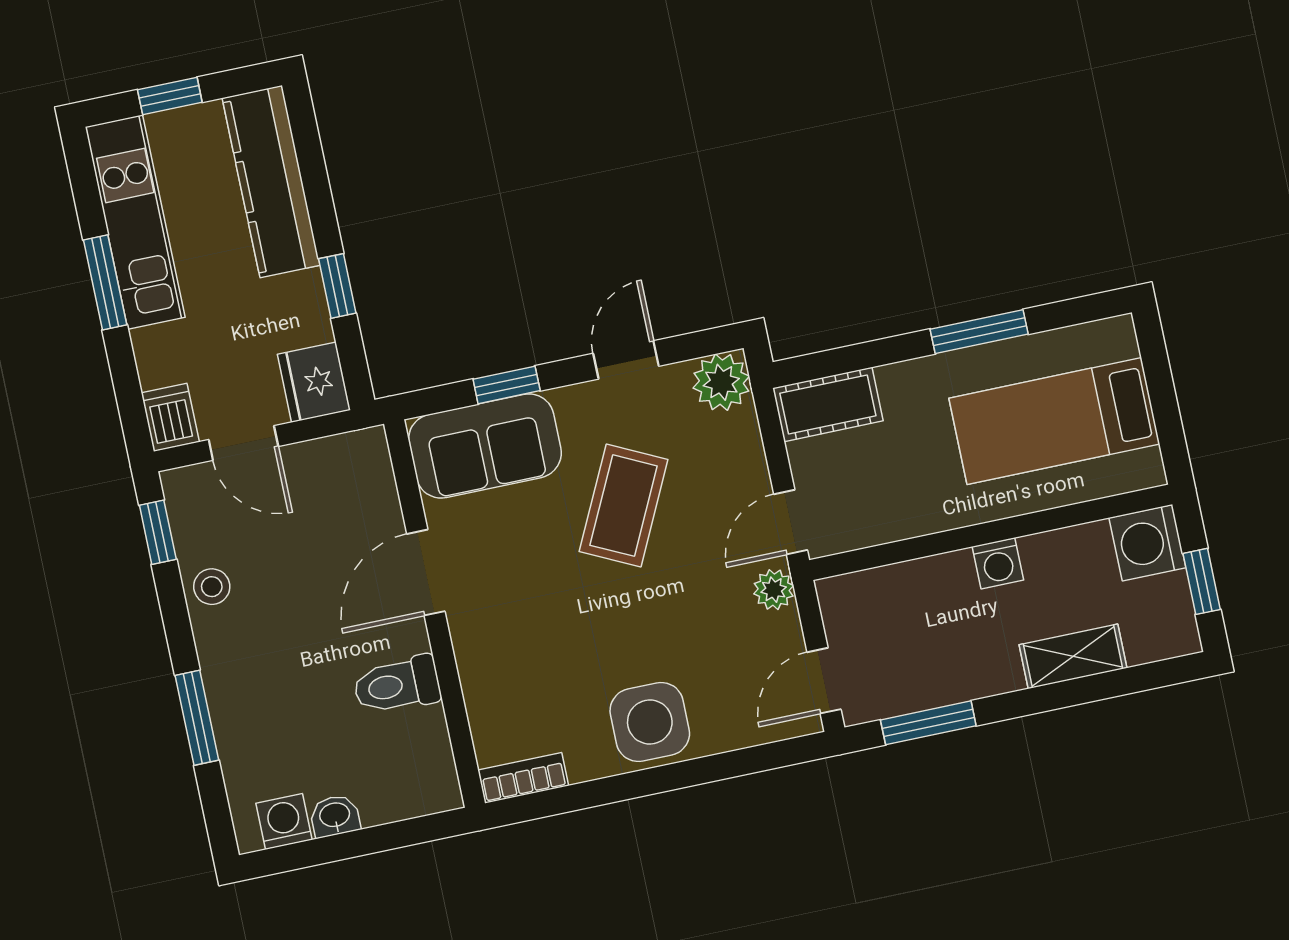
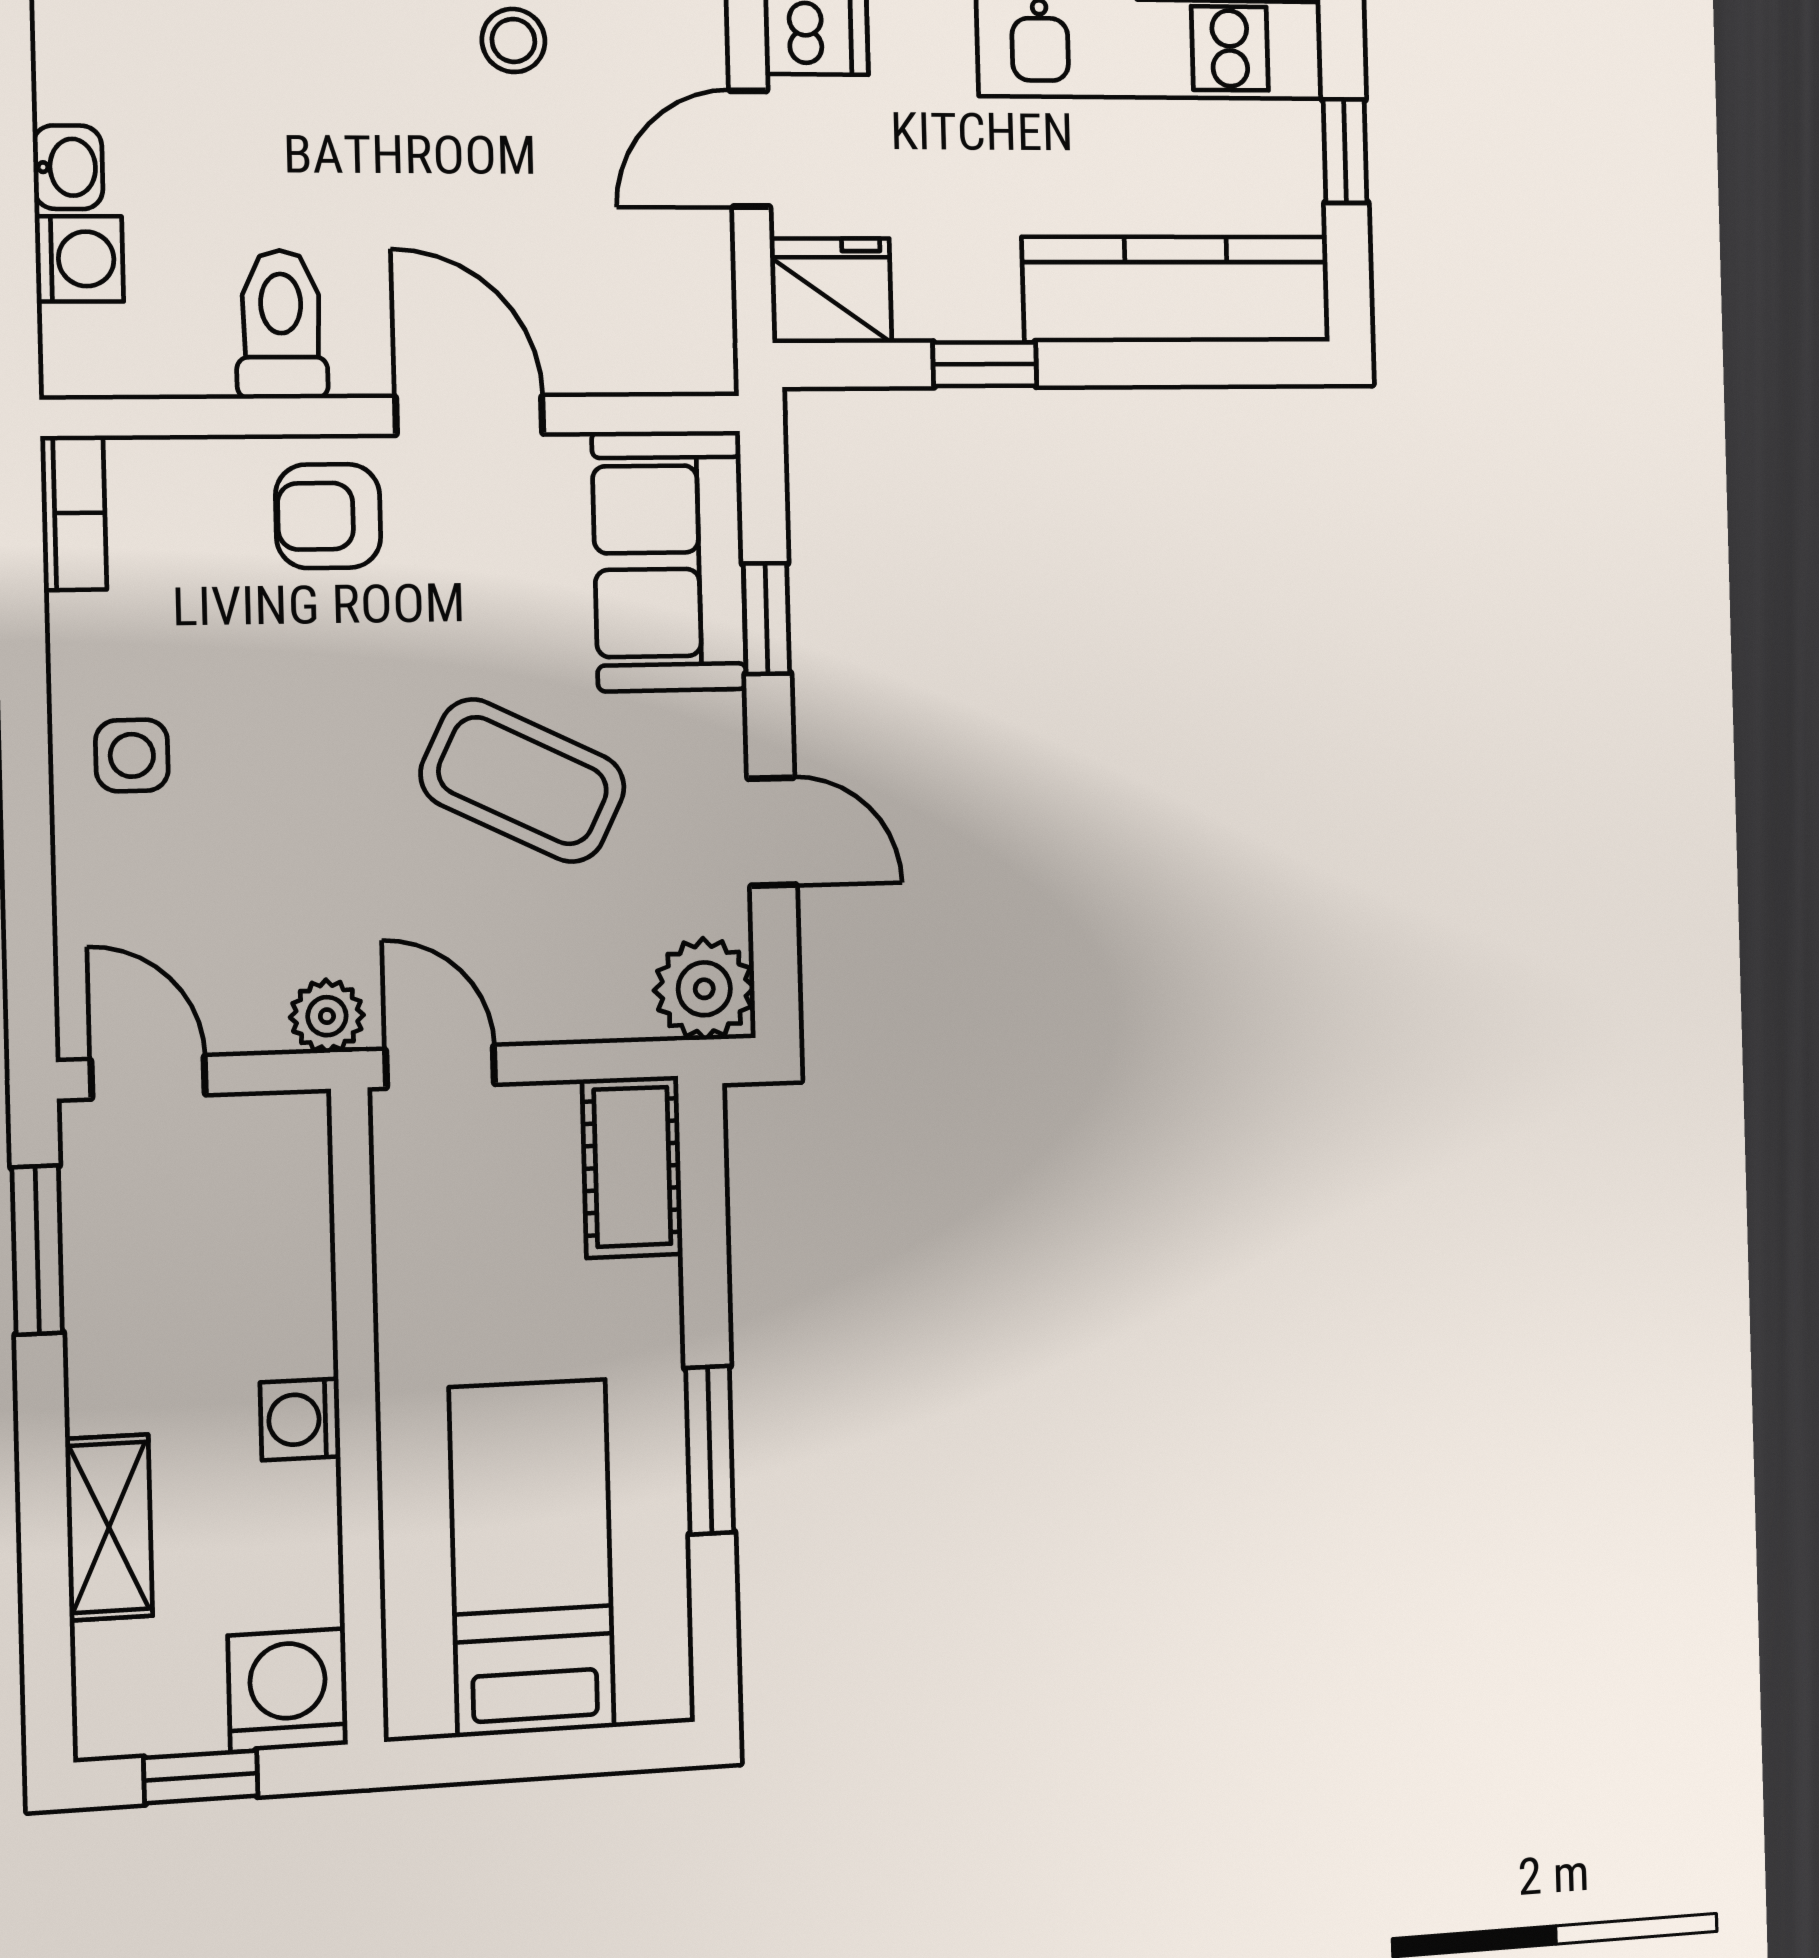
armchair: (498, 640) -> (328, 516), added
side table: (650, 722) -> (132, 755), width x0.54, depth x0.54
washing machine: (284, 822) -> (79, 259), moved

